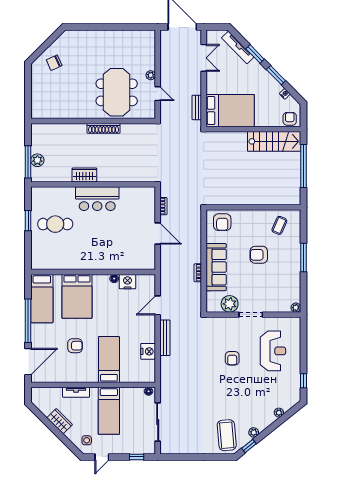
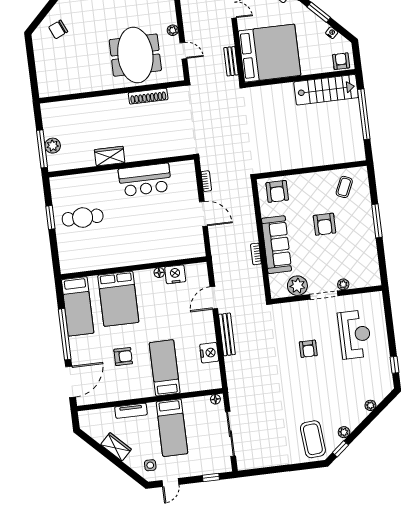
bed: (230, 111) -> (270, 53), width x1.36
shoe rack: (104, 128) -> (148, 96), moved
bar counter: (97, 199) -> (145, 180), moved
armchair: (259, 255) -> (324, 224), turned -90
plant: (296, 308) -> (343, 284), moved

